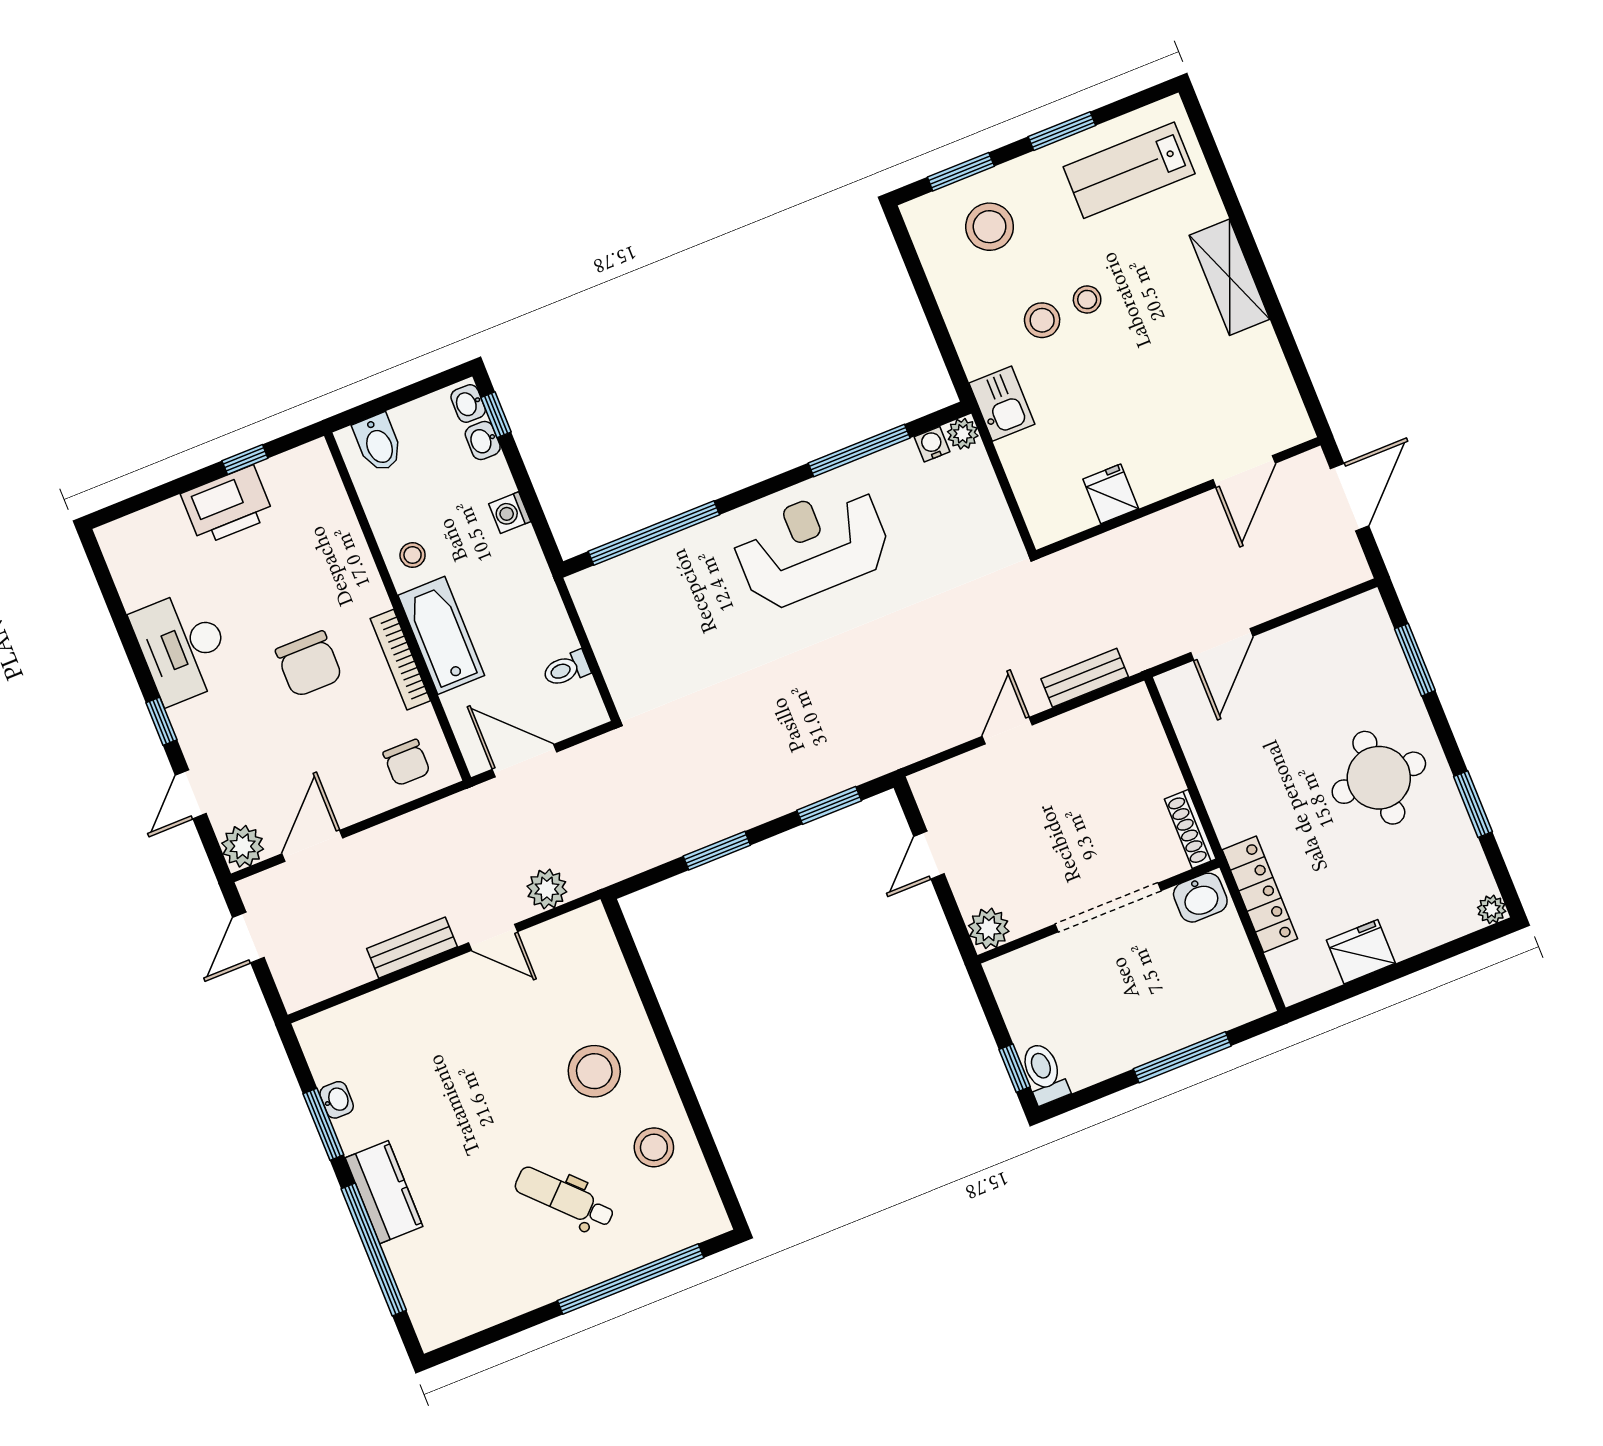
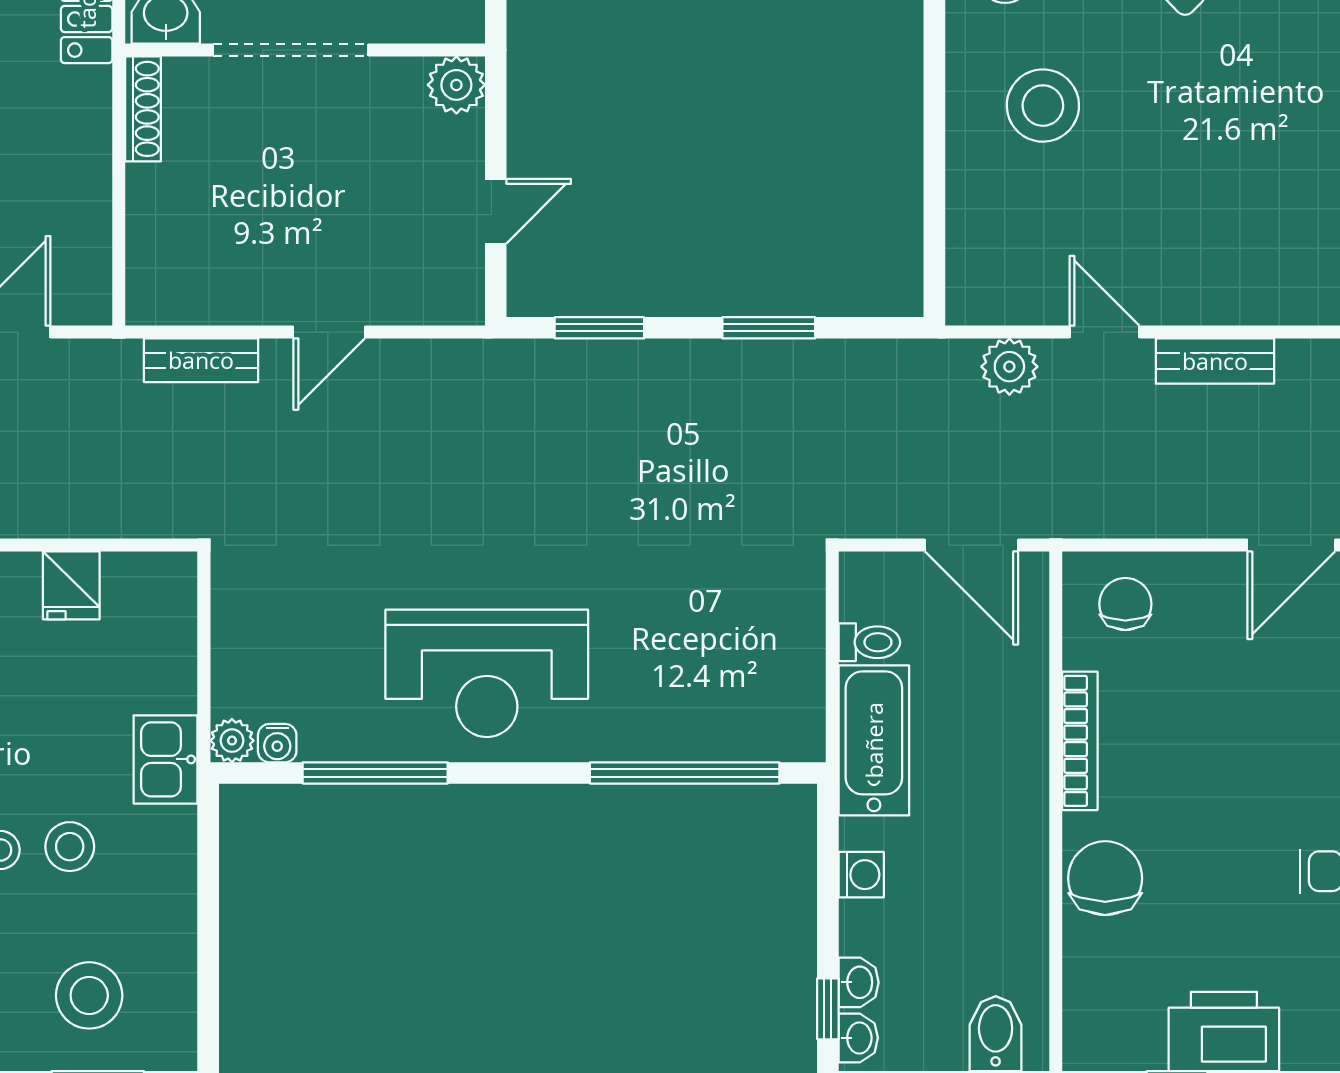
stool: (413, 555) -> (1009, 870), removed
bathtub: (441, 635) -> (874, 740), moved, turned 180
chair: (309, 664) -> (1105, 878), moved

